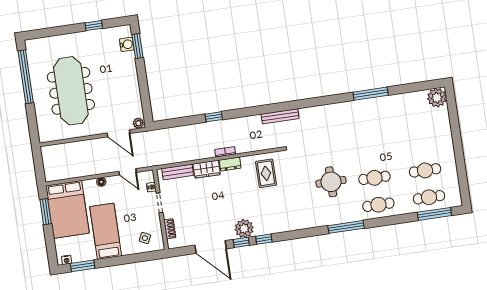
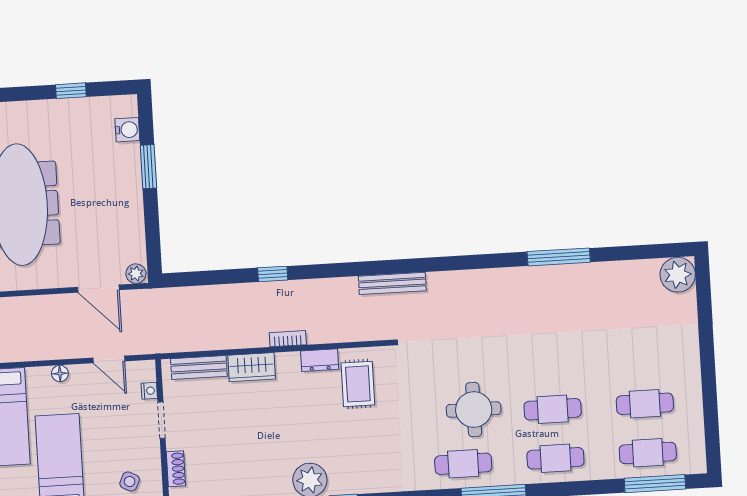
window: (137, 46) -> (148, 167), moved
dresser: (230, 164) -> (320, 360), moved
cafe table: (328, 212) -> (463, 464), added

